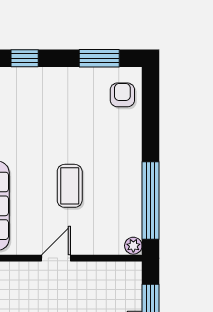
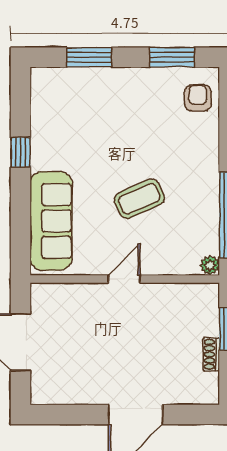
window: (25, 58) -> (89, 57), width x1.50
coffee table: (70, 186) -> (139, 199), turned 66

